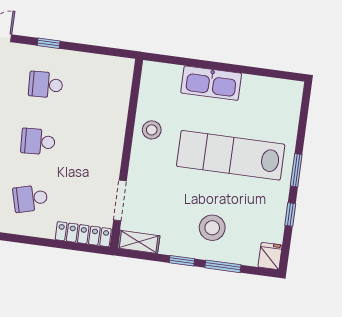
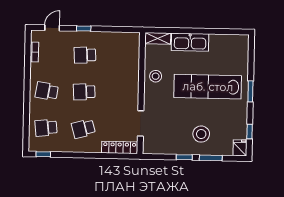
window: (290, 214) -> (250, 132), moved
shelving: (139, 242) -> (158, 38), moved

